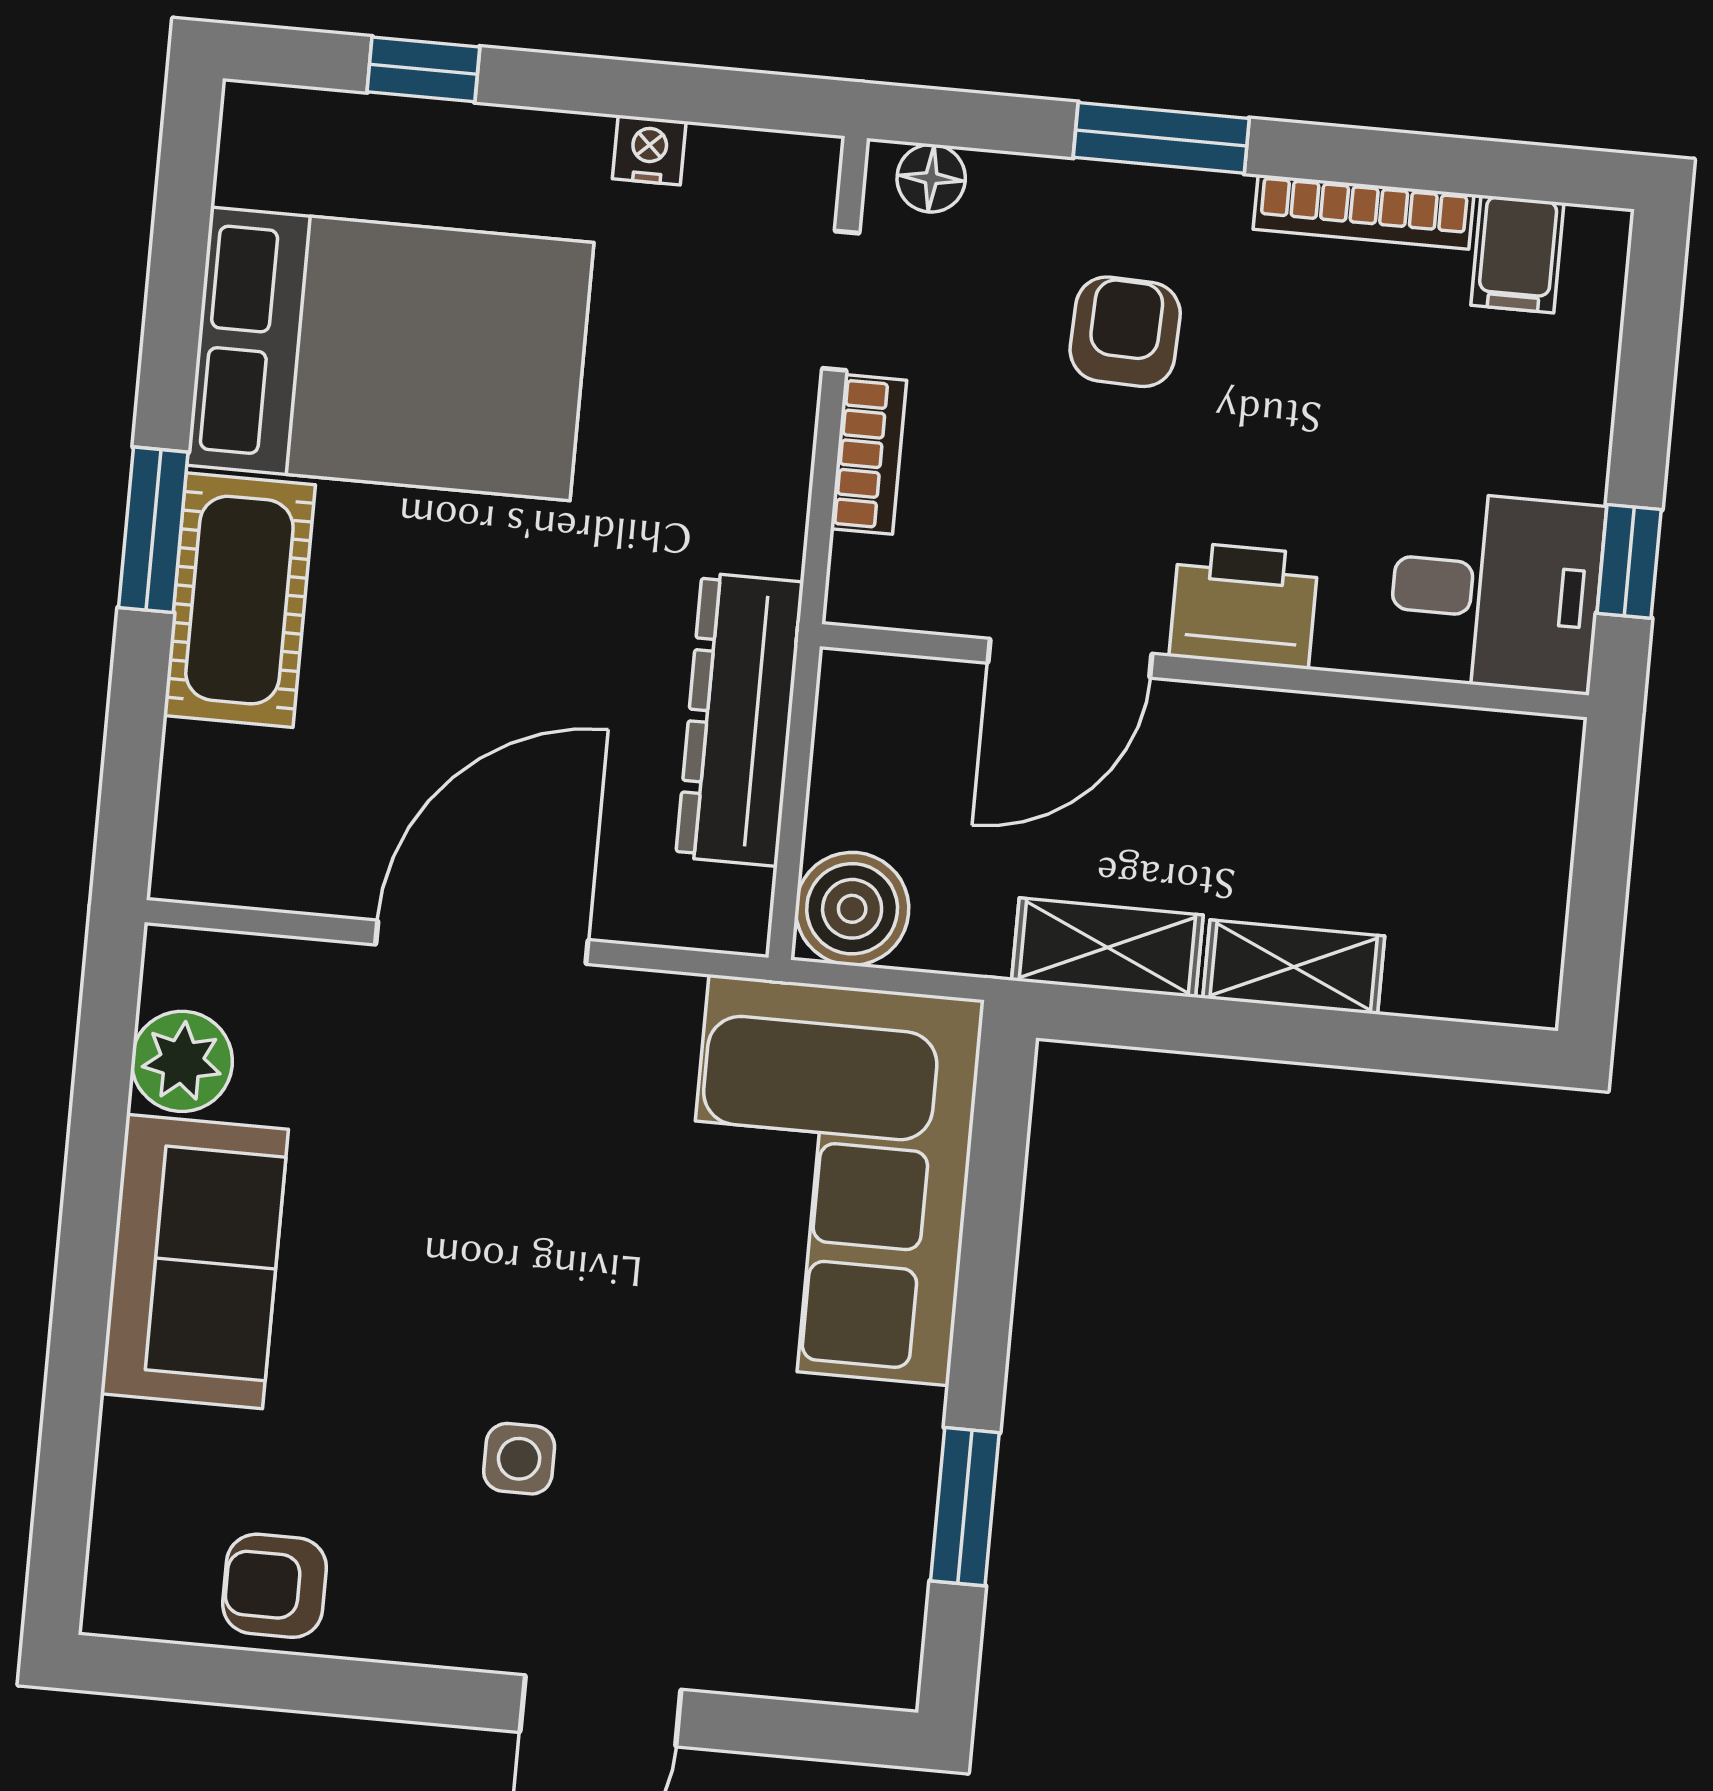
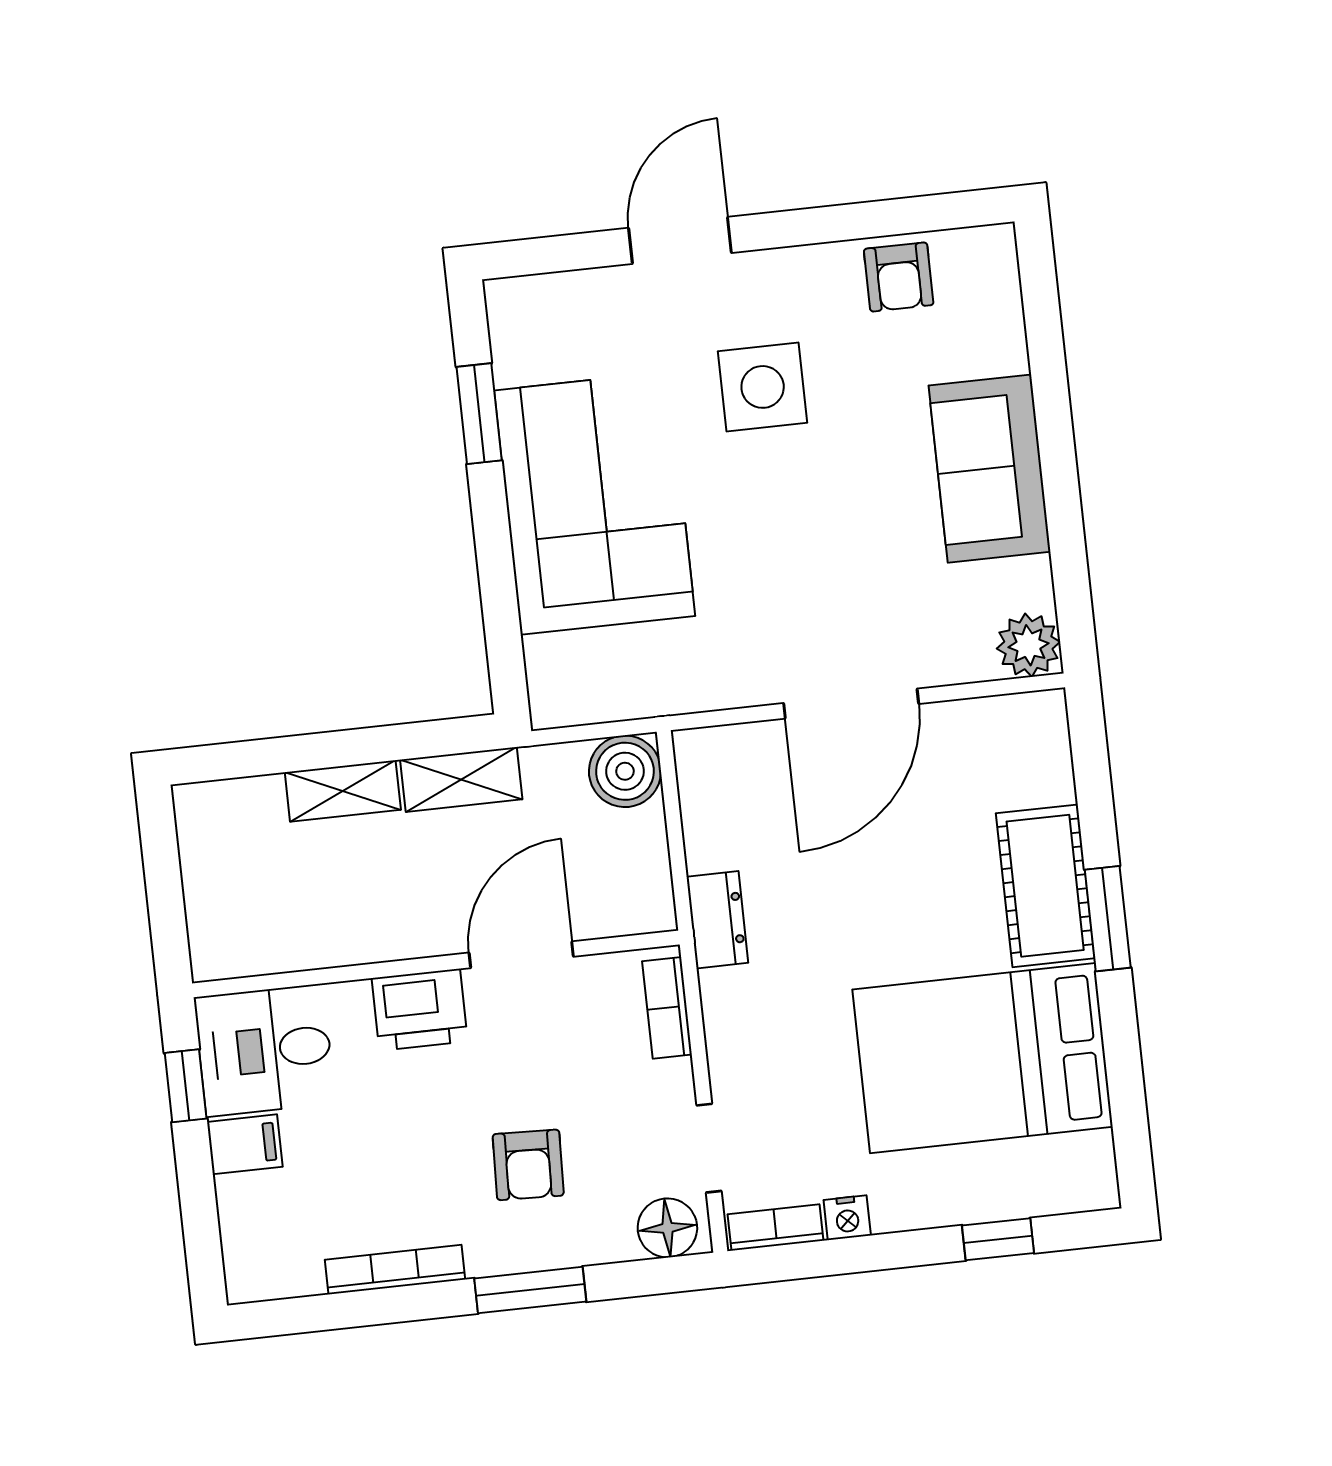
bookcase: (763, 158) -> (776, 1227), added
floor lamp: (931, 178) -> (667, 1228), width x1.37, depth x1.37
filing cabinet: (1517, 254) -> (245, 1144), moved, turned 90
bookcase: (869, 454) -> (667, 1008), moved
dresser: (740, 720) -> (717, 920), width x0.51, depth x0.80
plant: (182, 1061) -> (1028, 645), moved
corner sofa: (829, 1180) -> (595, 503), moved
side table: (519, 1459) -> (763, 387), width x1.87, depth x1.87
armchair: (275, 1586) -> (899, 277), turned 90

